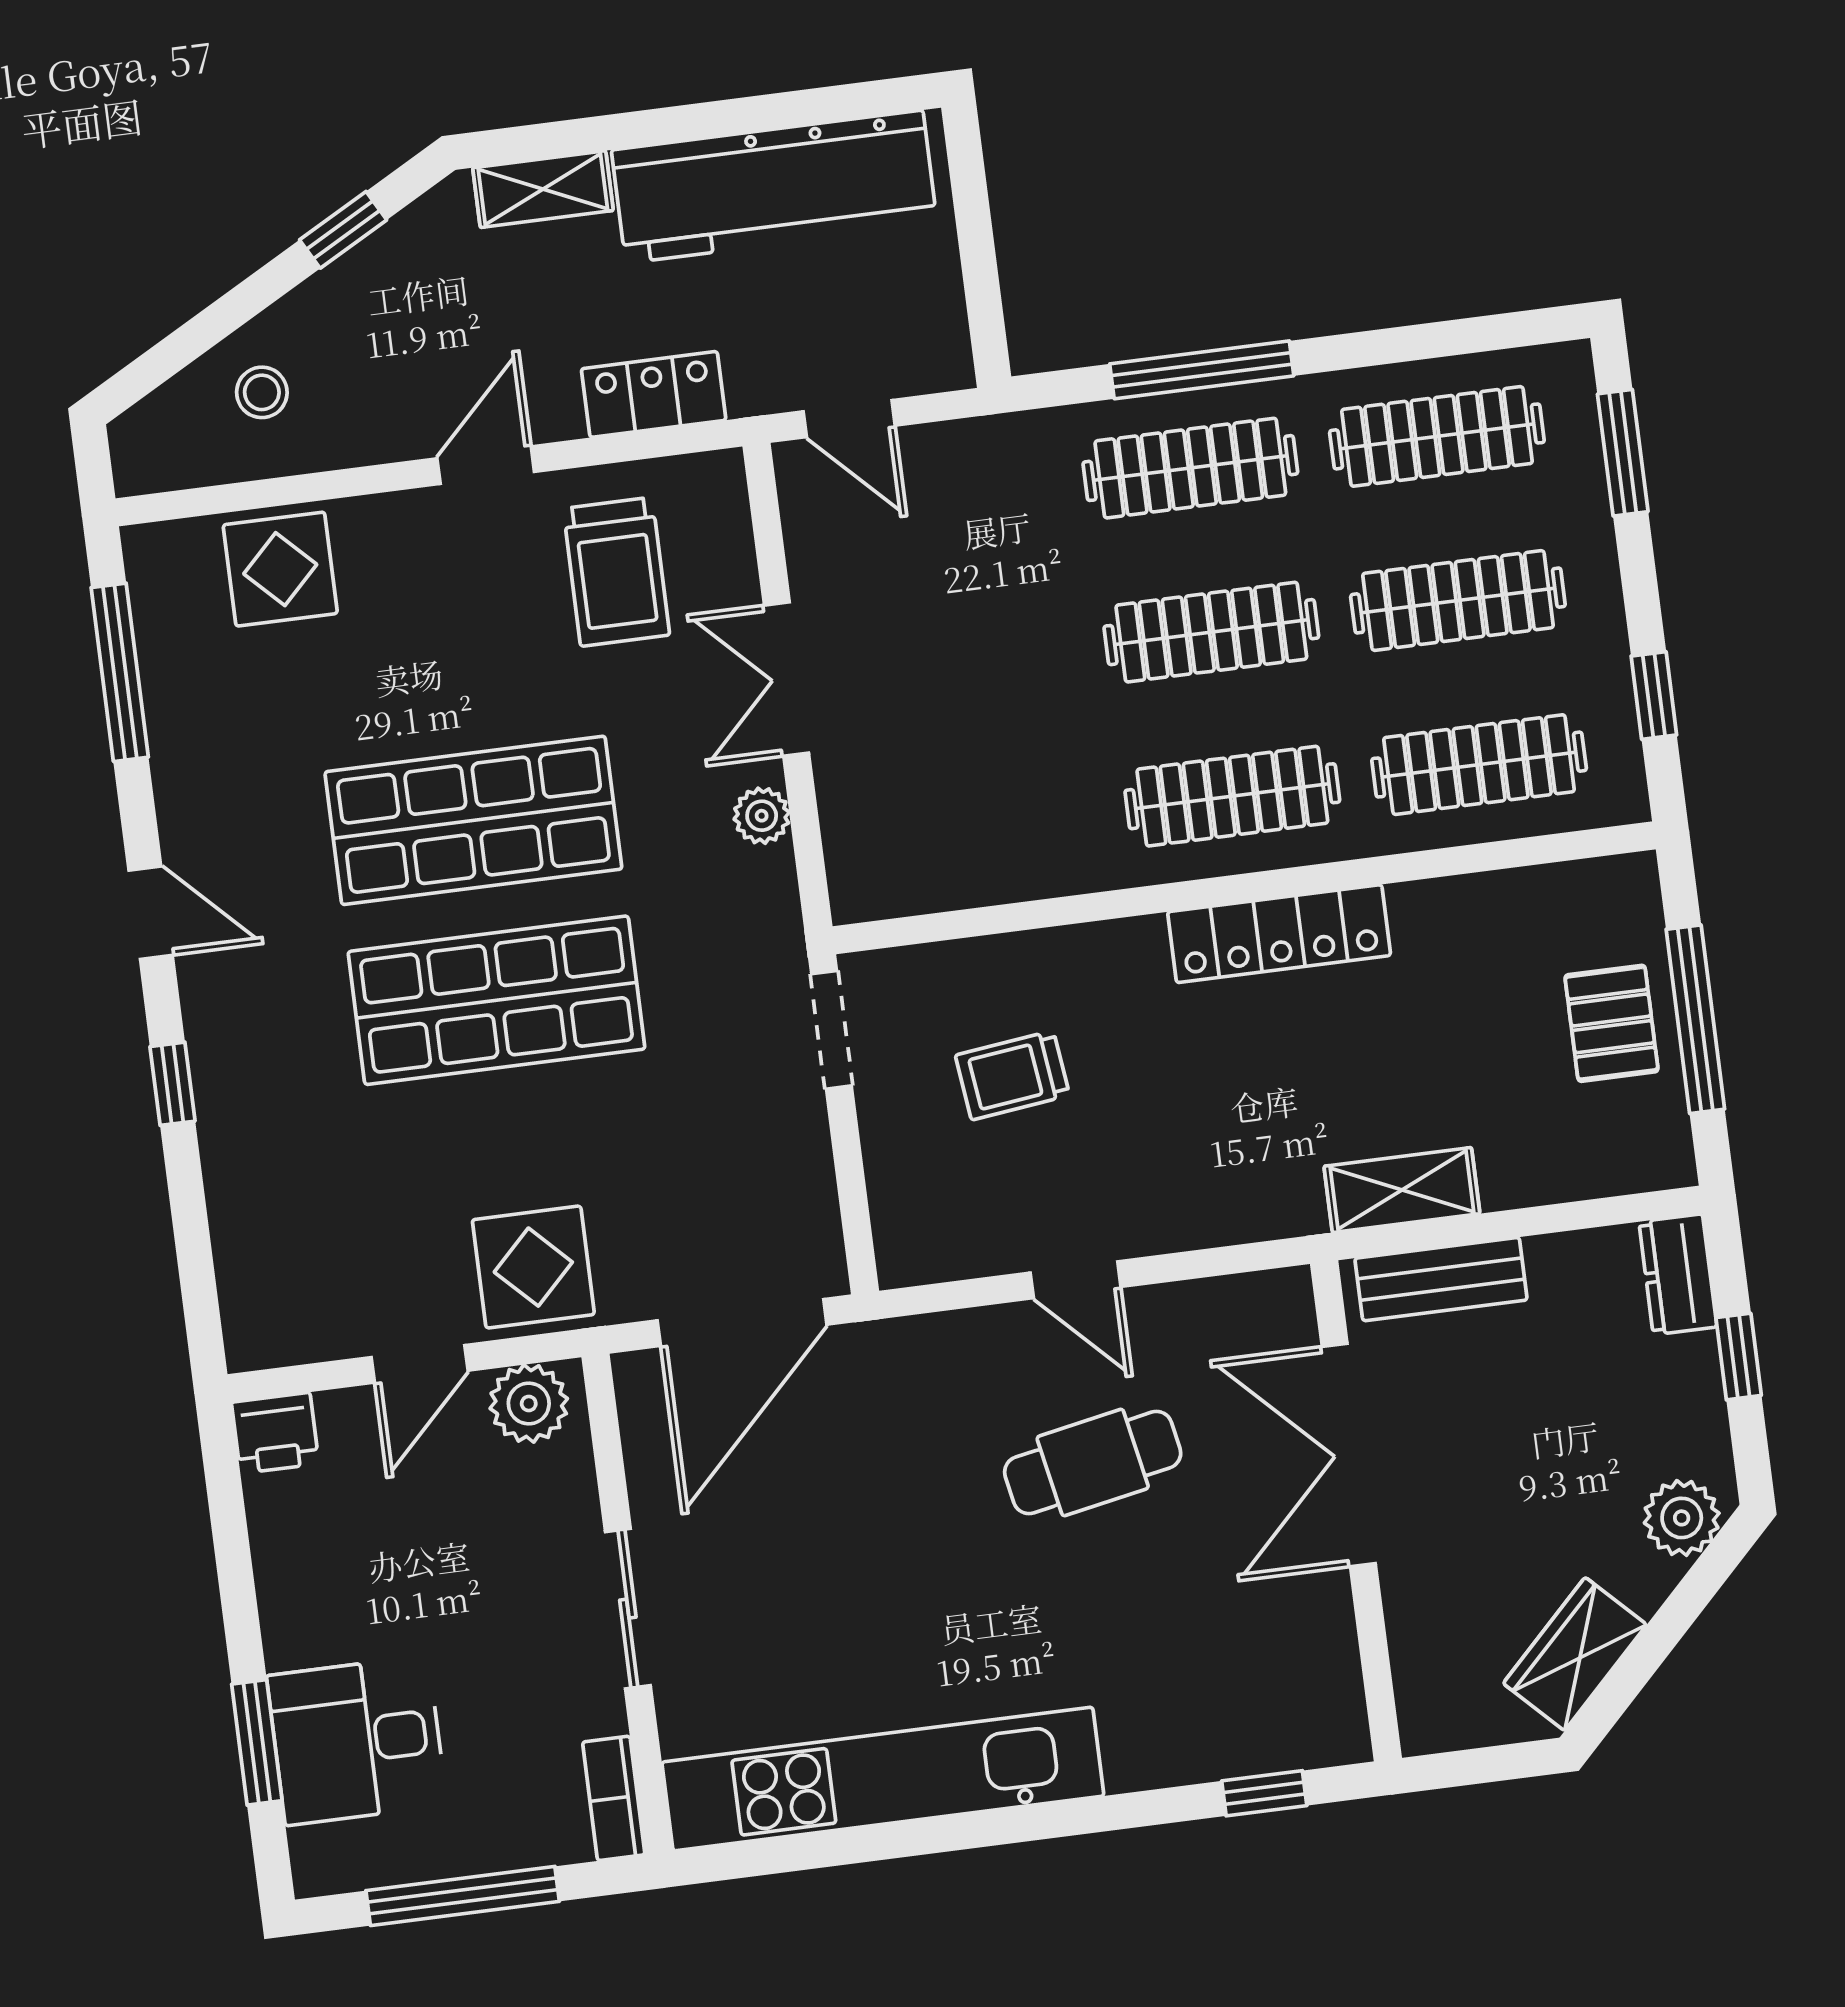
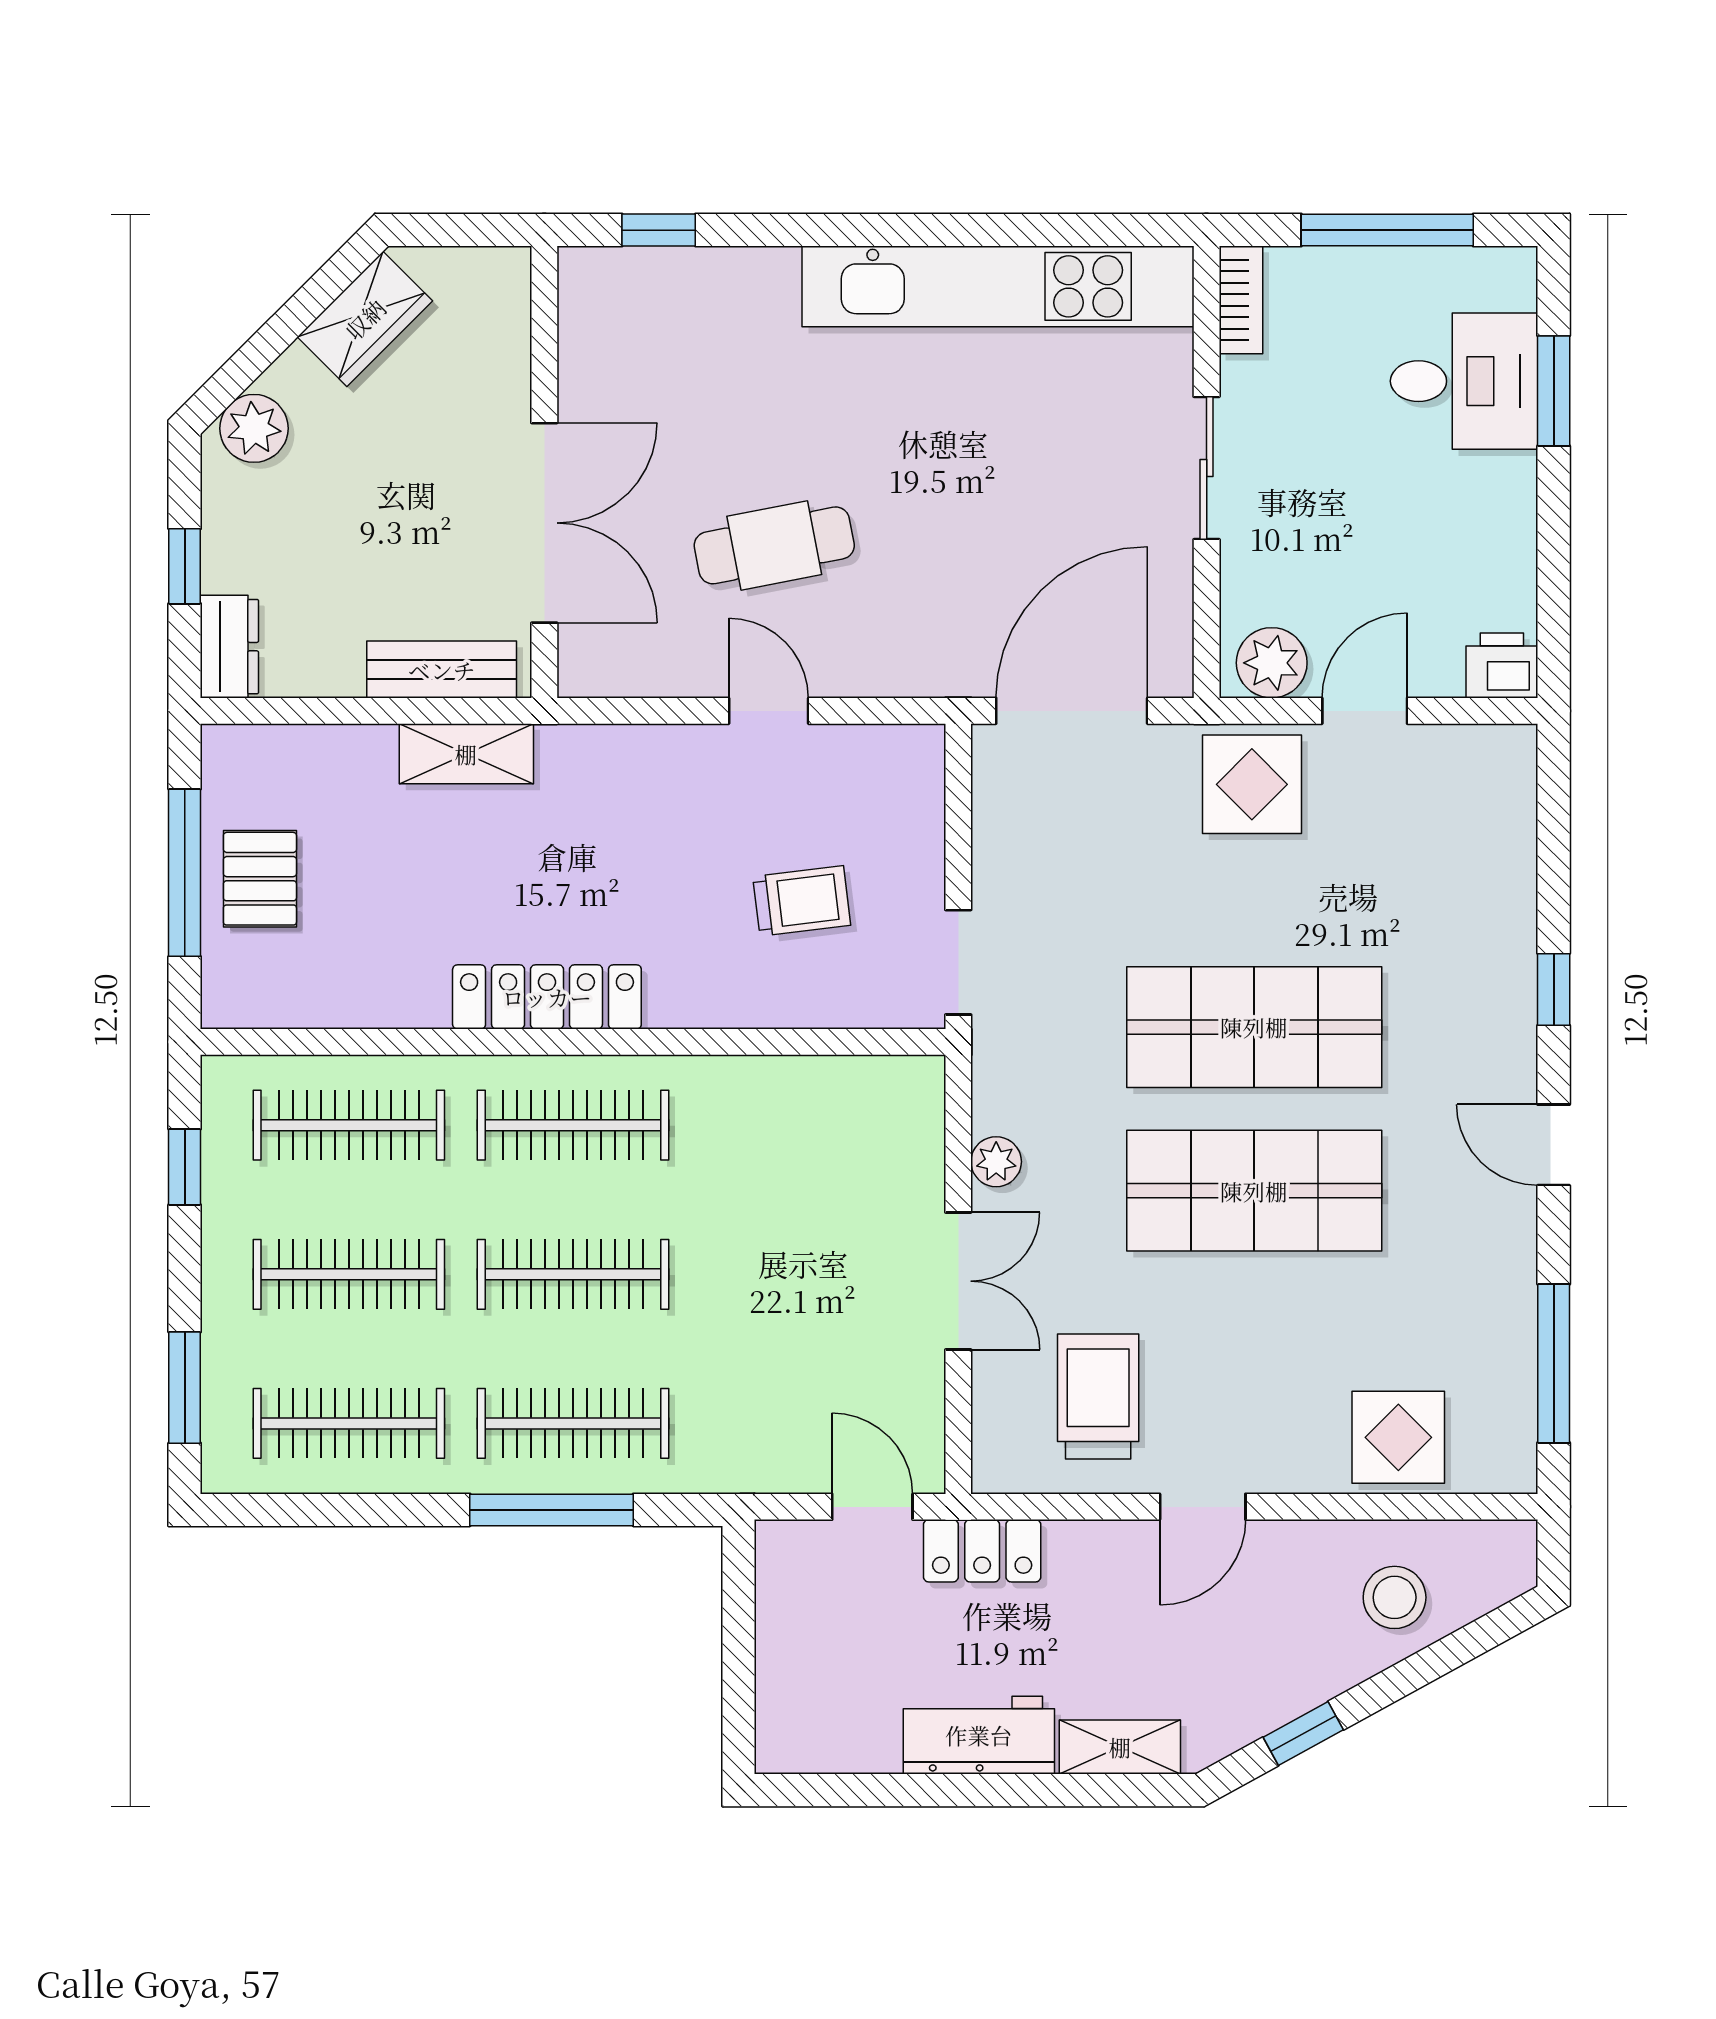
workbench: (774, 187) -> (979, 1735), width x0.53, depth x0.76
stool: (262, 392) -> (1395, 1597), width x1.37, depth x1.37
locker: (654, 394) -> (982, 1551), moved

